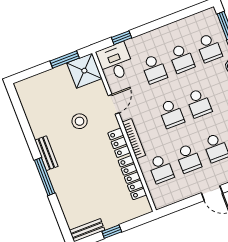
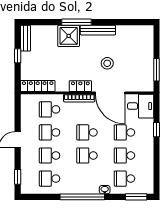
window: (122, 38) -> (157, 130), moved
shower: (84, 71) -> (69, 36), moved
door: (114, 104) -> (110, 93), width x1.88
bench: (46, 153) -> (98, 30), width x1.36
locker: (132, 178) -> (38, 86), moved

